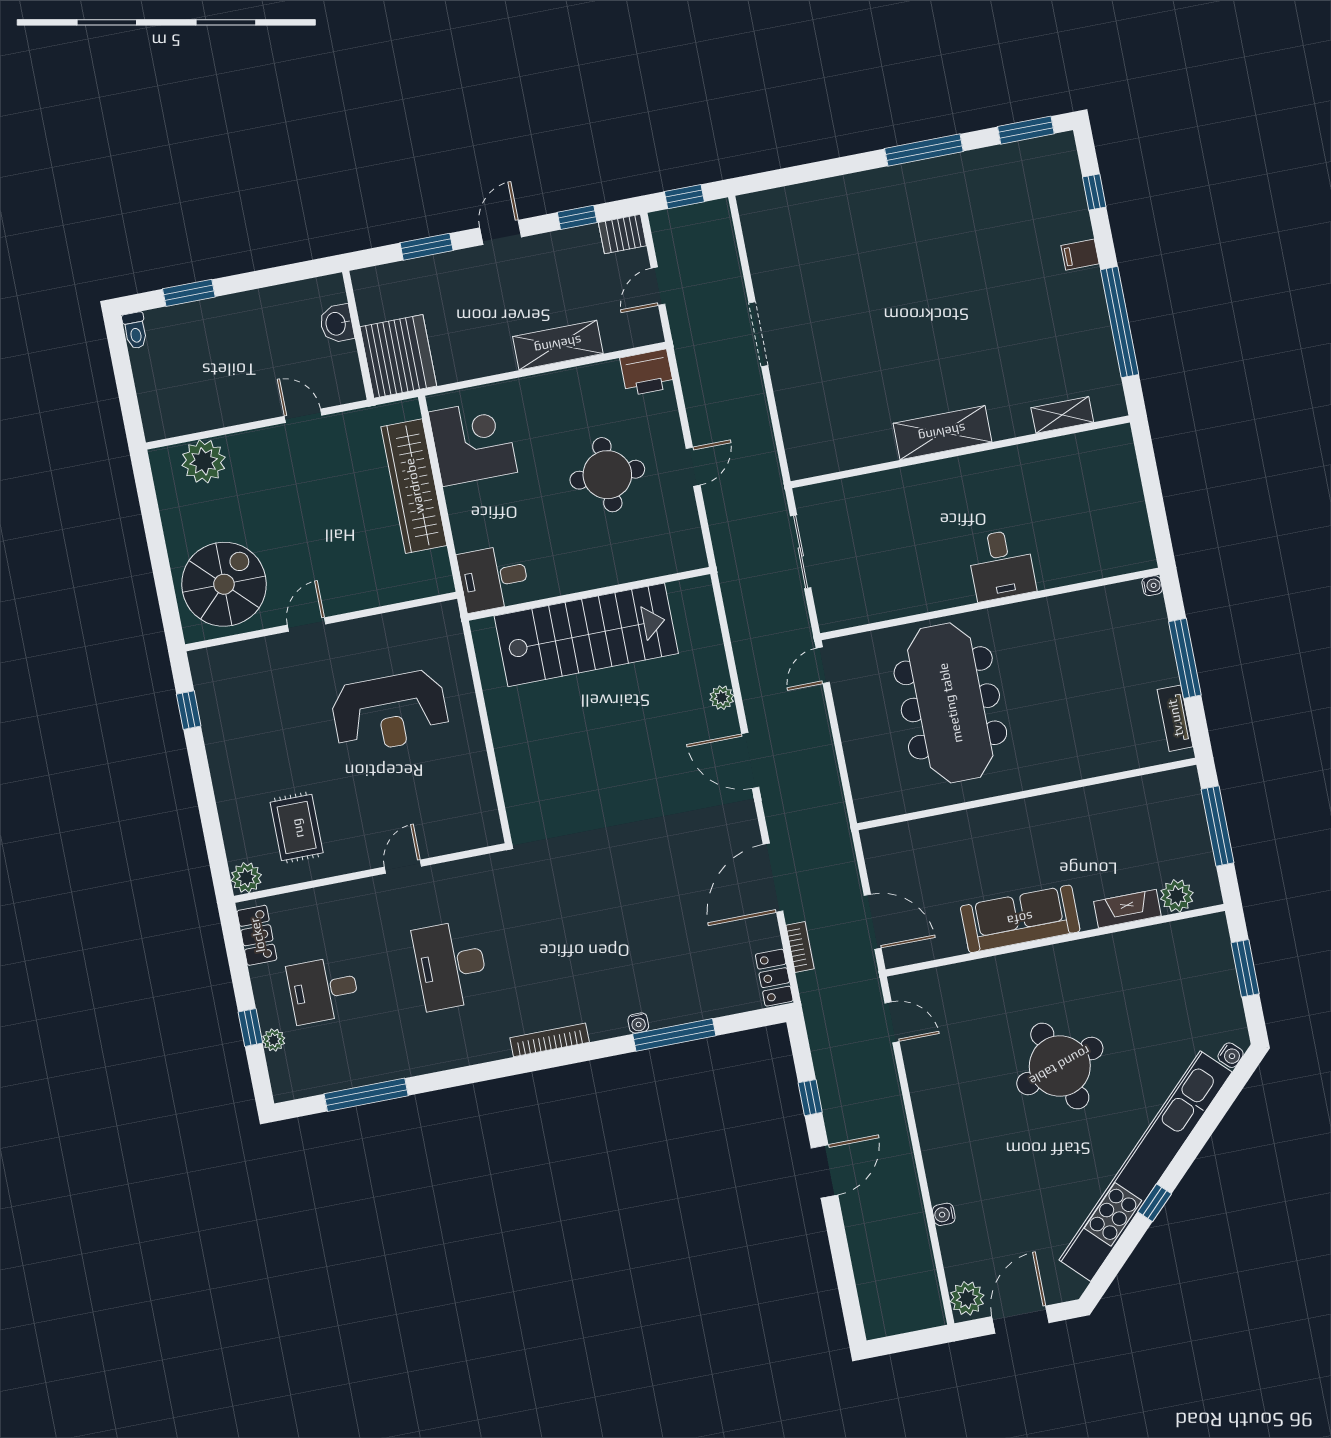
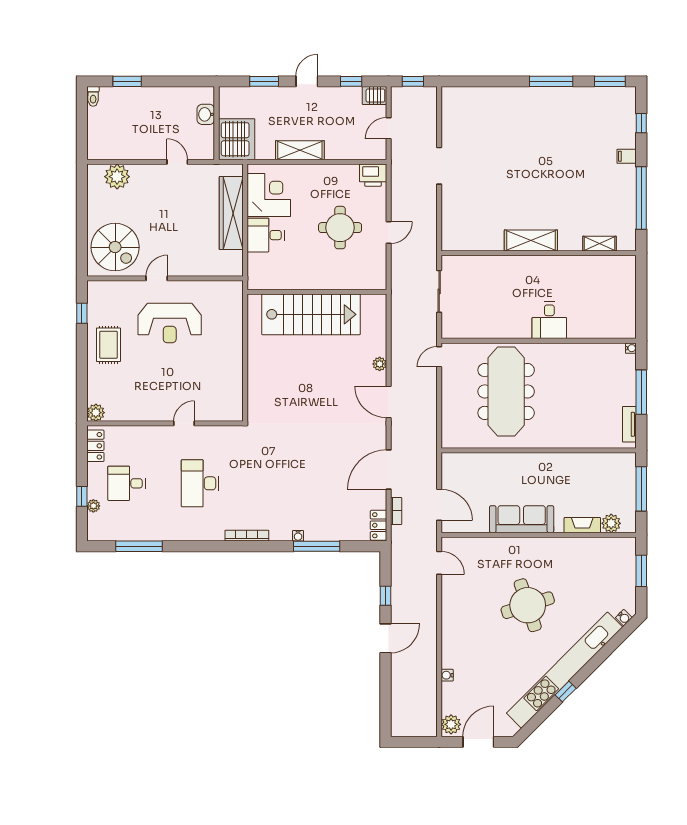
shelving: (558, 345) -> (300, 150), moved
desk: (494, 578) -> (266, 235), moved
spiral stairs: (224, 584) -> (115, 247), turned 90
reception desk: (390, 712) -> (170, 323), moved
rug: (297, 828) -> (108, 345), moved

